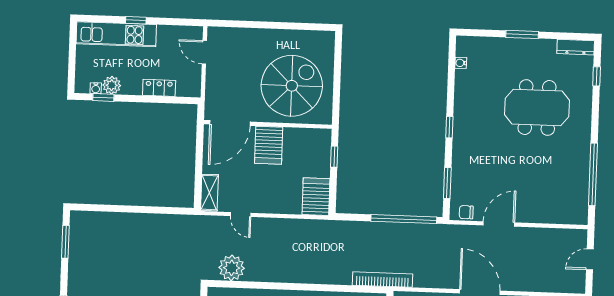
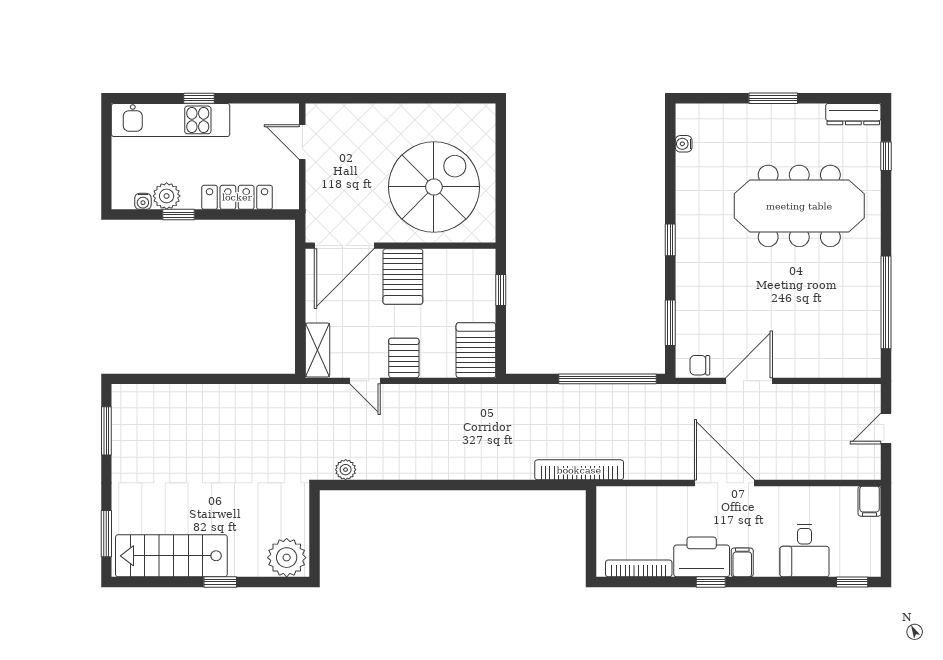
locker: (159, 88) -> (237, 197), width x1.53
window: (103, 97) -> (178, 215), moved
meeting table: (537, 108) -> (799, 206), width x1.36
server rack: (267, 200) -> (404, 358), added
plant: (232, 268) -> (346, 470), width x0.53, depth x0.53

